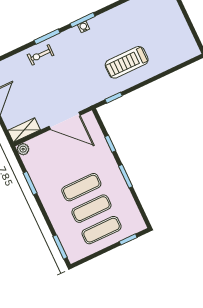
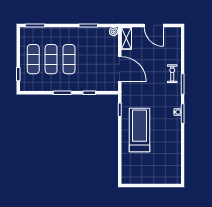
treadmill: (127, 62) -> (140, 130), width x1.37, depth x1.38
door: (65, 121) -> (120, 69), swing flipped

